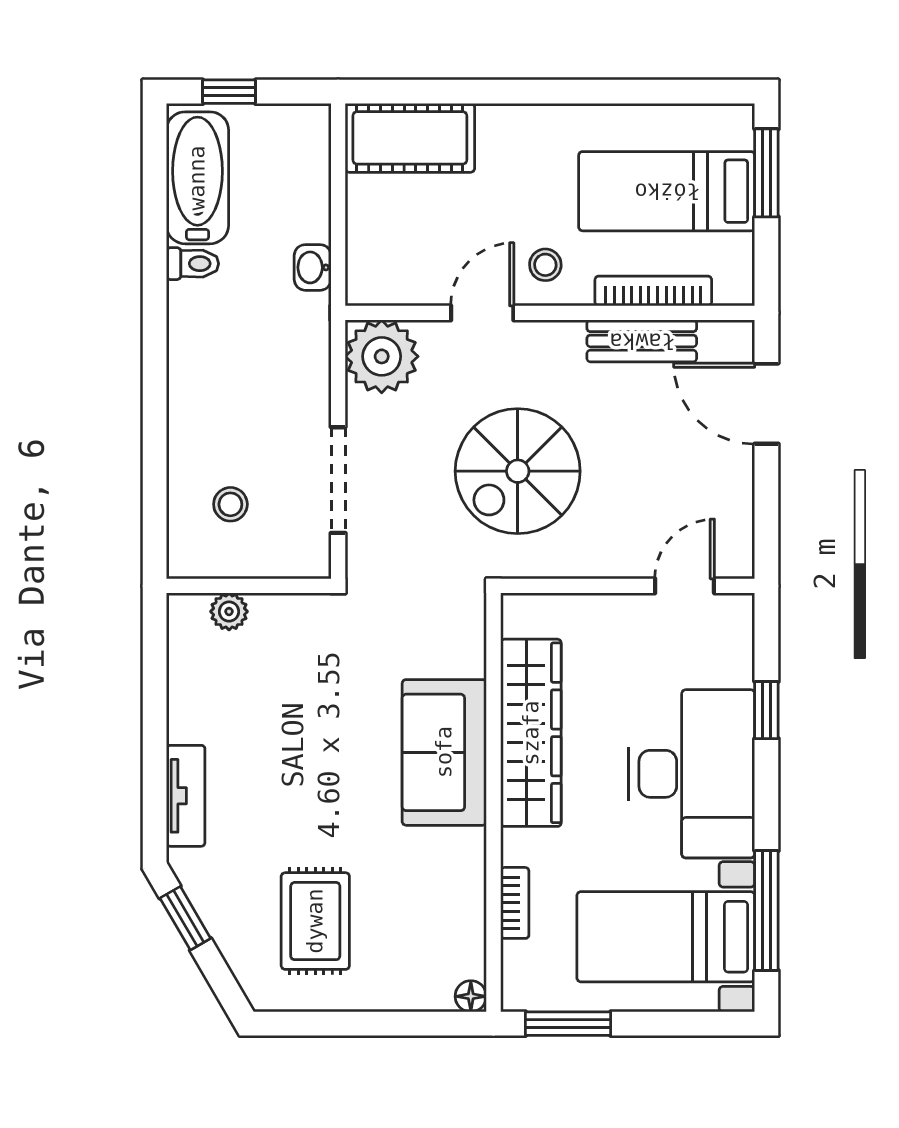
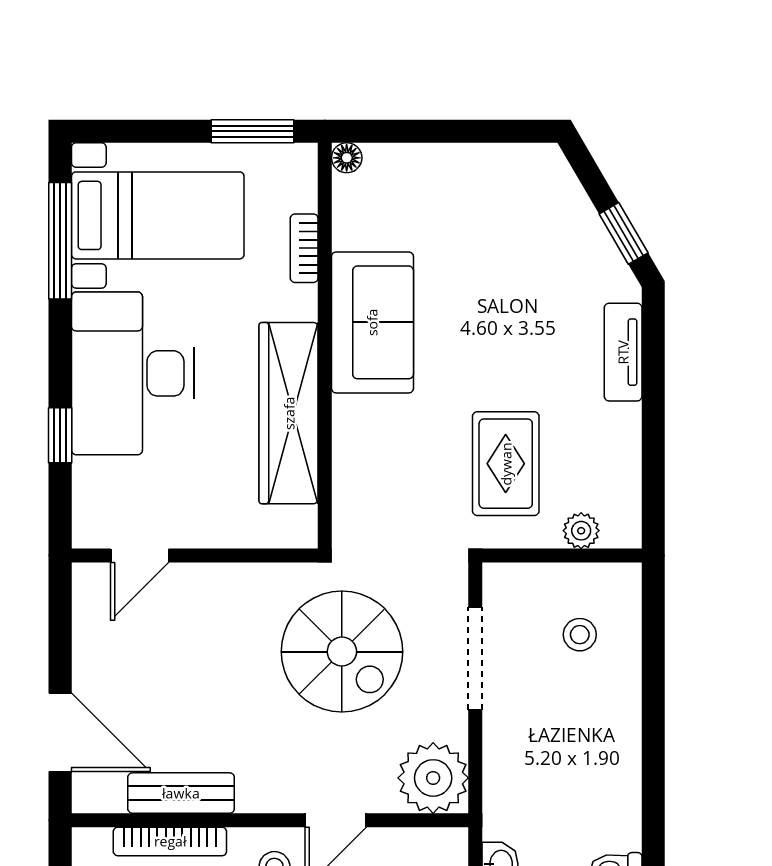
spiral stairs: (518, 471) -> (342, 652), moved, turned 90
sofa: (444, 752) -> (372, 322), moved
rug: (315, 921) -> (506, 464), moved

